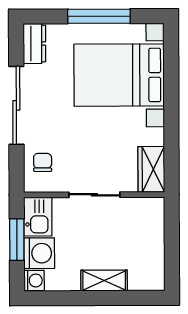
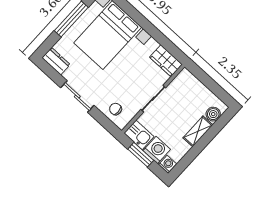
sliding door: (16, 105) -> (77, 97), width x0.73
boiler: (140, 280) -> (213, 114), added

